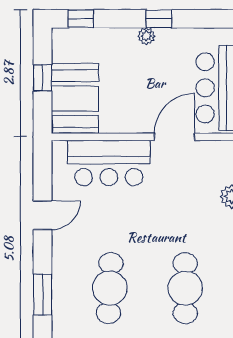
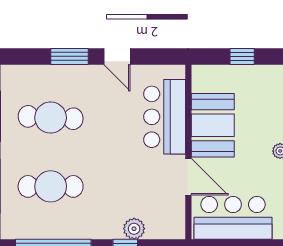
booth: (75, 99) -> (213, 125), moved, turned 90
window: (43, 295) -> (69, 56), moved

